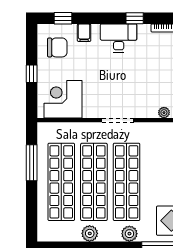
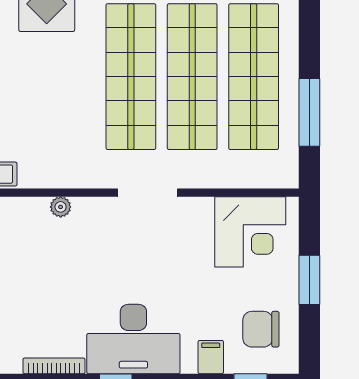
desk: (119, 38) -> (133, 339), width x1.36, depth x1.30
window: (32, 74) -> (309, 280), width x1.50

